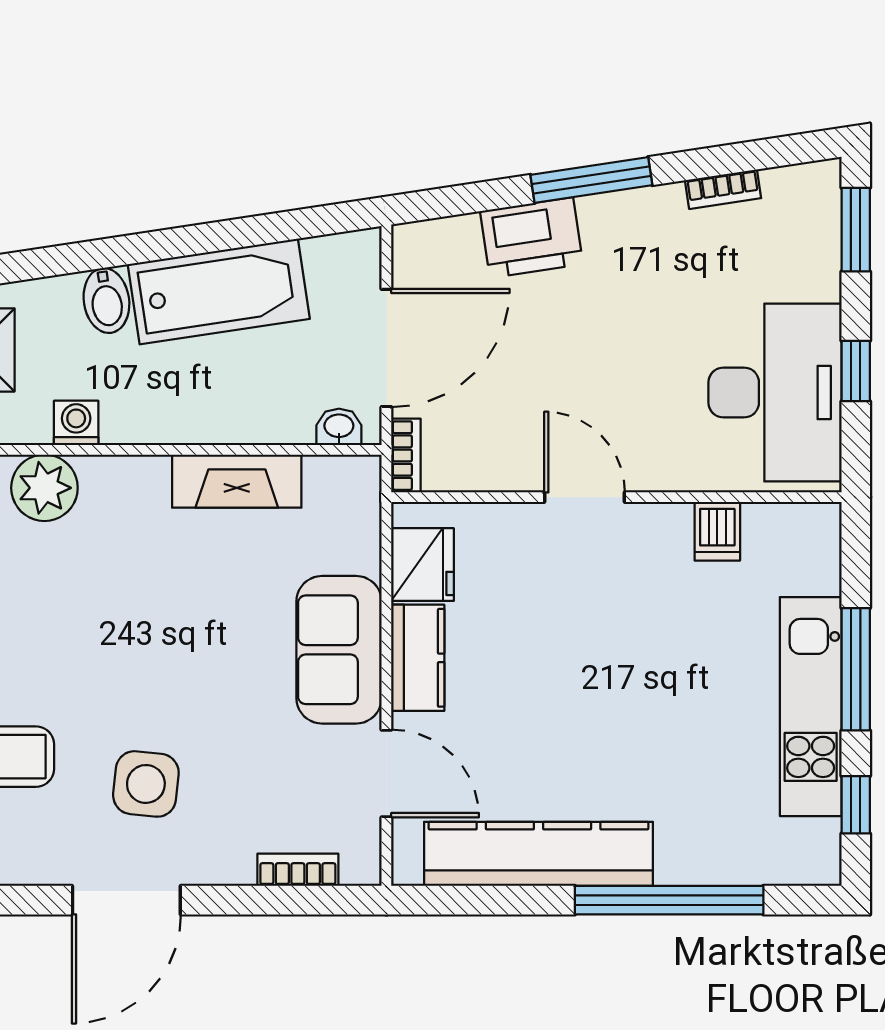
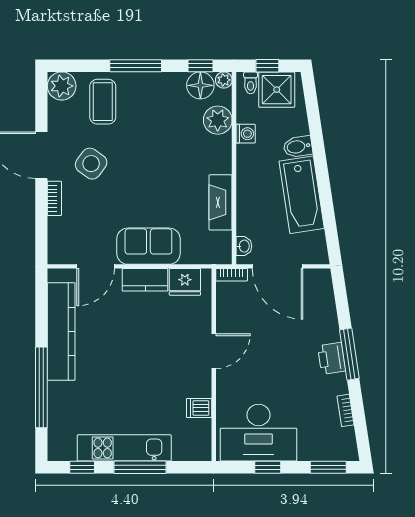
printer: (532, 238) -> (332, 358), moved, width x0.73, depth x0.84
side table: (146, 784) -> (91, 164), turned 30
bookcase: (298, 870) -> (54, 198), moved

